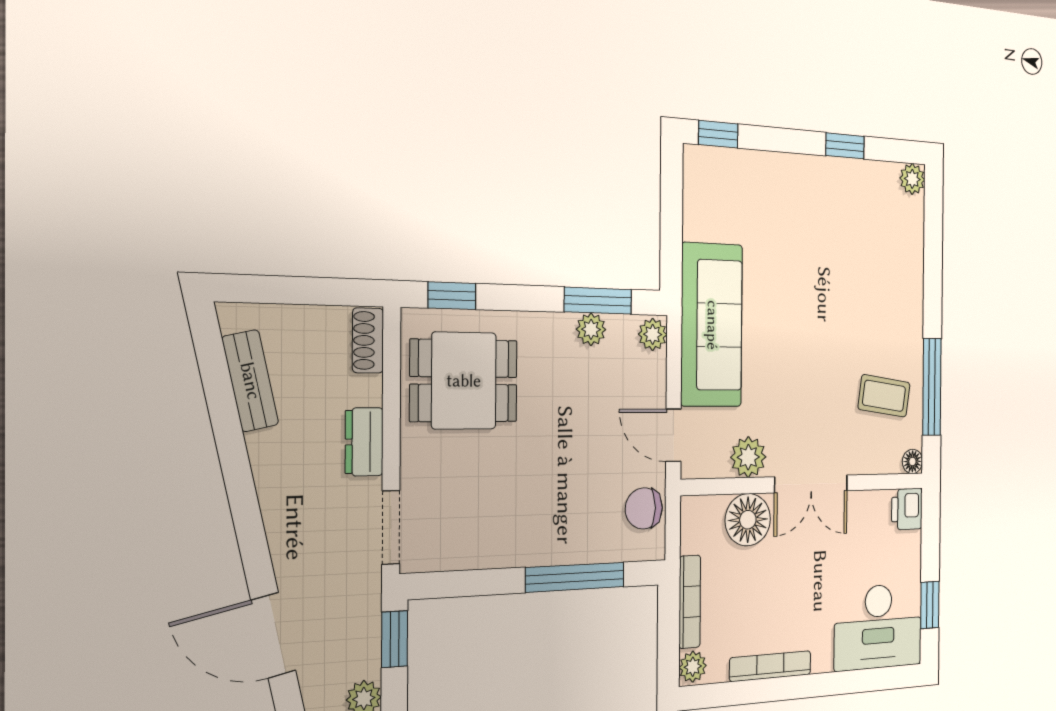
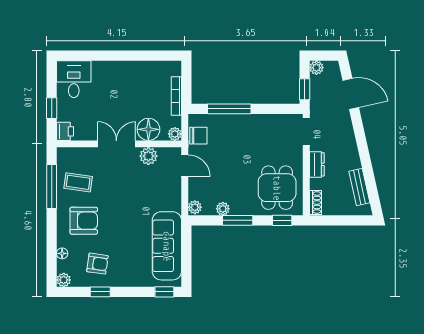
armchair: (850, 211) -> (97, 264), added
window: (598, 301) -> (238, 220), moved
armchair: (875, 309) -> (84, 221), added
sofa: (712, 325) -> (167, 246), moved
dining table: (464, 381) -> (277, 188), turned 90
floor lamp: (912, 461) -> (62, 253), moved
window: (930, 605) -> (52, 108), moved
desk: (878, 627) -> (74, 79), width x0.73
bookcase: (770, 666) -> (137, 66), removed
plant: (693, 667) -> (175, 134), moved

